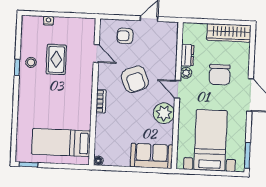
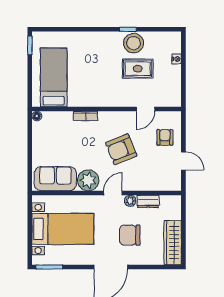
stool: (31, 62) -> (134, 43), width x1.89, depth x1.89
bookcase: (101, 101) -> (86, 116), moved
sofa: (152, 156) -> (55, 179), moved, turned -90

